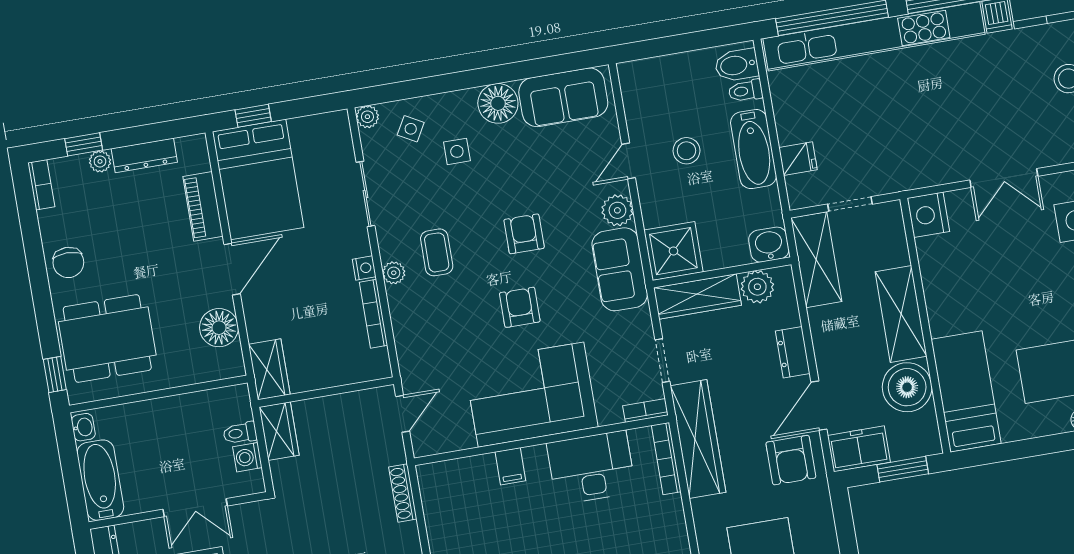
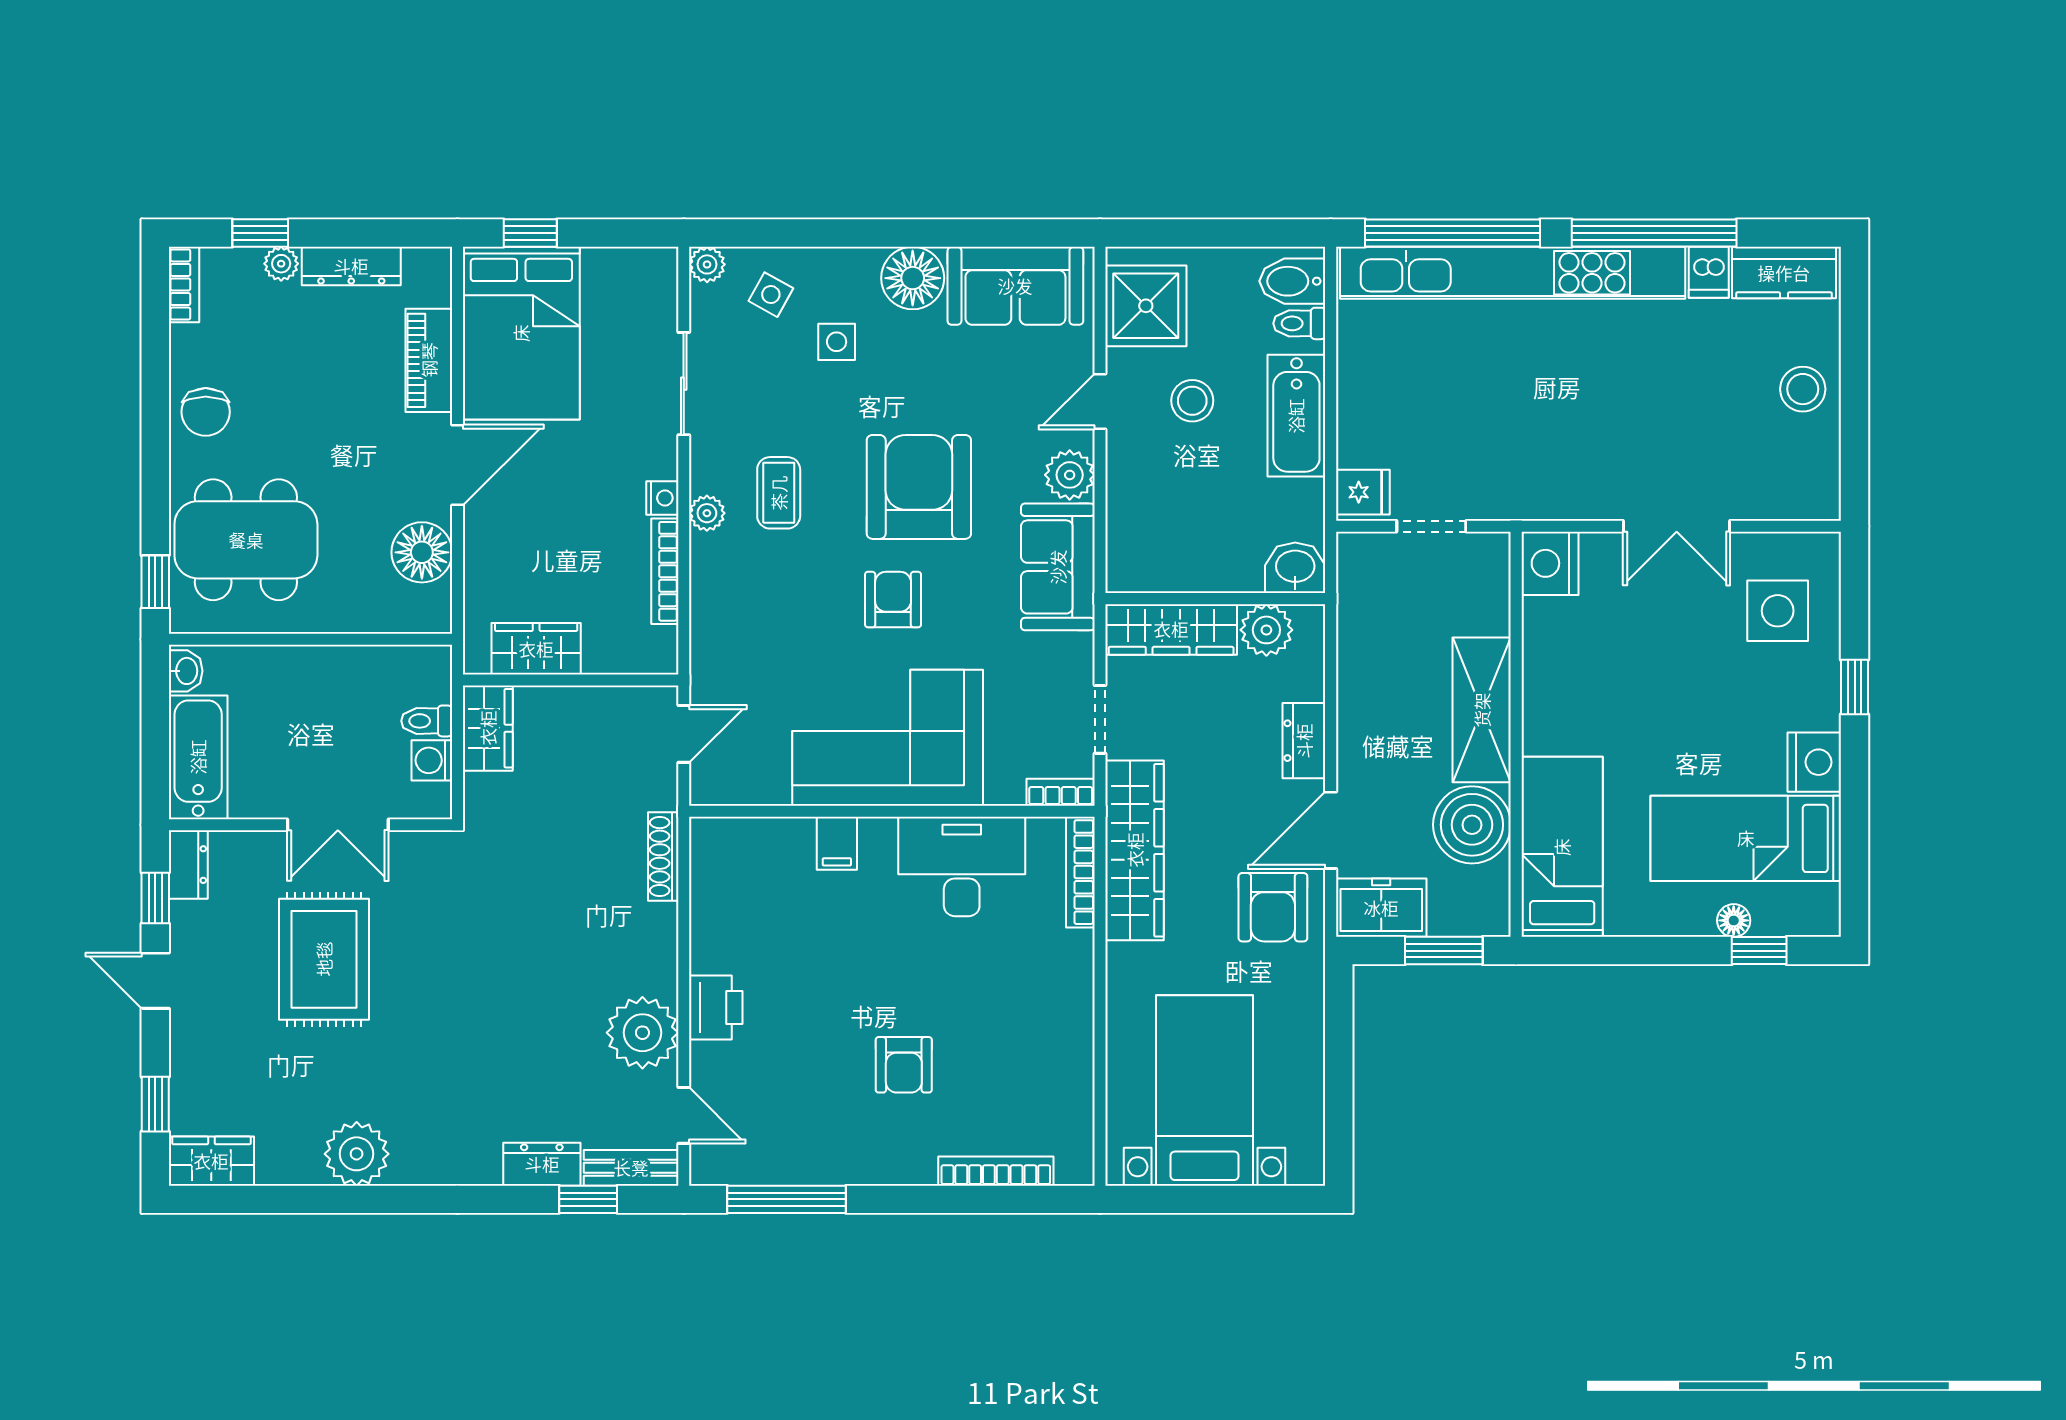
fridge: (798, 159) -> (1363, 492), moved
armchair: (524, 234) -> (919, 487), width x1.88, depth x1.88
shower: (673, 251) -> (1146, 306), moved
shelving: (816, 260) -> (1365, 603), removed
wardrobe: (269, 369) -> (536, 649), moved, turned -90

